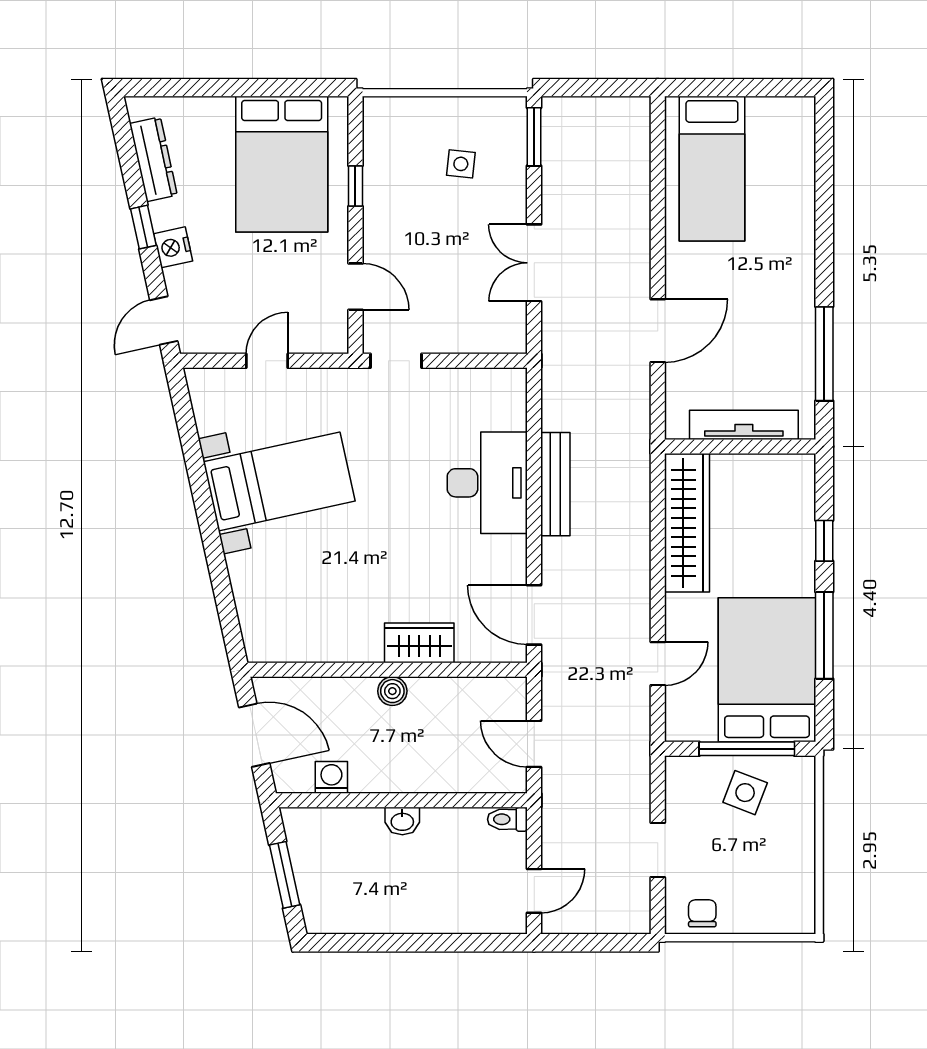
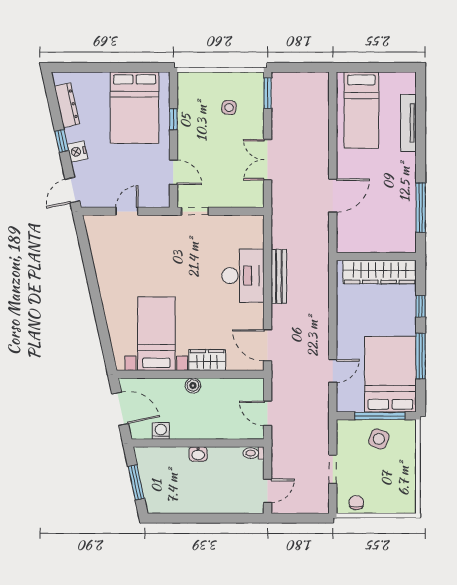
tv unit: (744, 425) -> (408, 123), moved, turned -90
bed with nightstands: (279, 481) -> (156, 334), moved, turned -78
wardrobe: (687, 523) -> (379, 272), moved, turned 90

